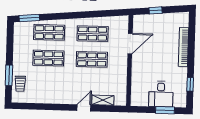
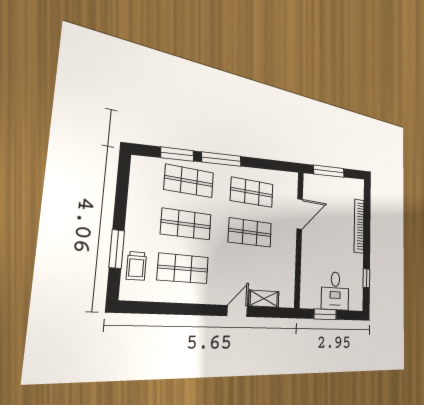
window: (156, 10) -> (329, 171), width x2.17
window: (70, 16) -> (222, 159), added
window: (29, 18) -> (177, 154), moved
shop shelf: (48, 84) -> (183, 268), added
window: (165, 110) -> (325, 314), moved

